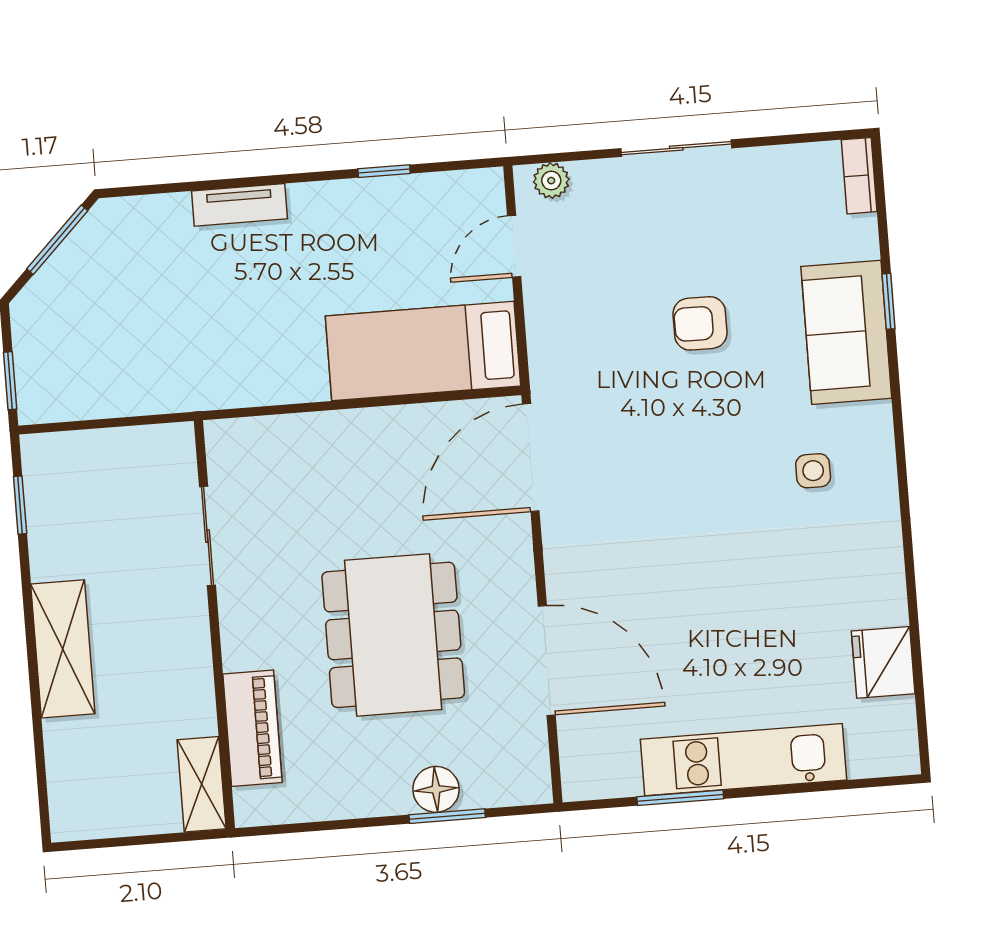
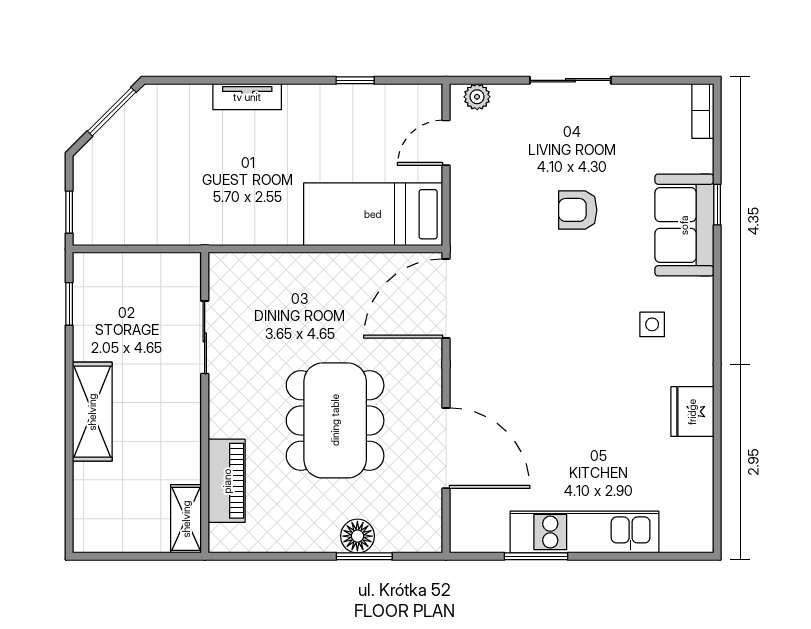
fridge: (883, 662) -> (692, 412), moved

